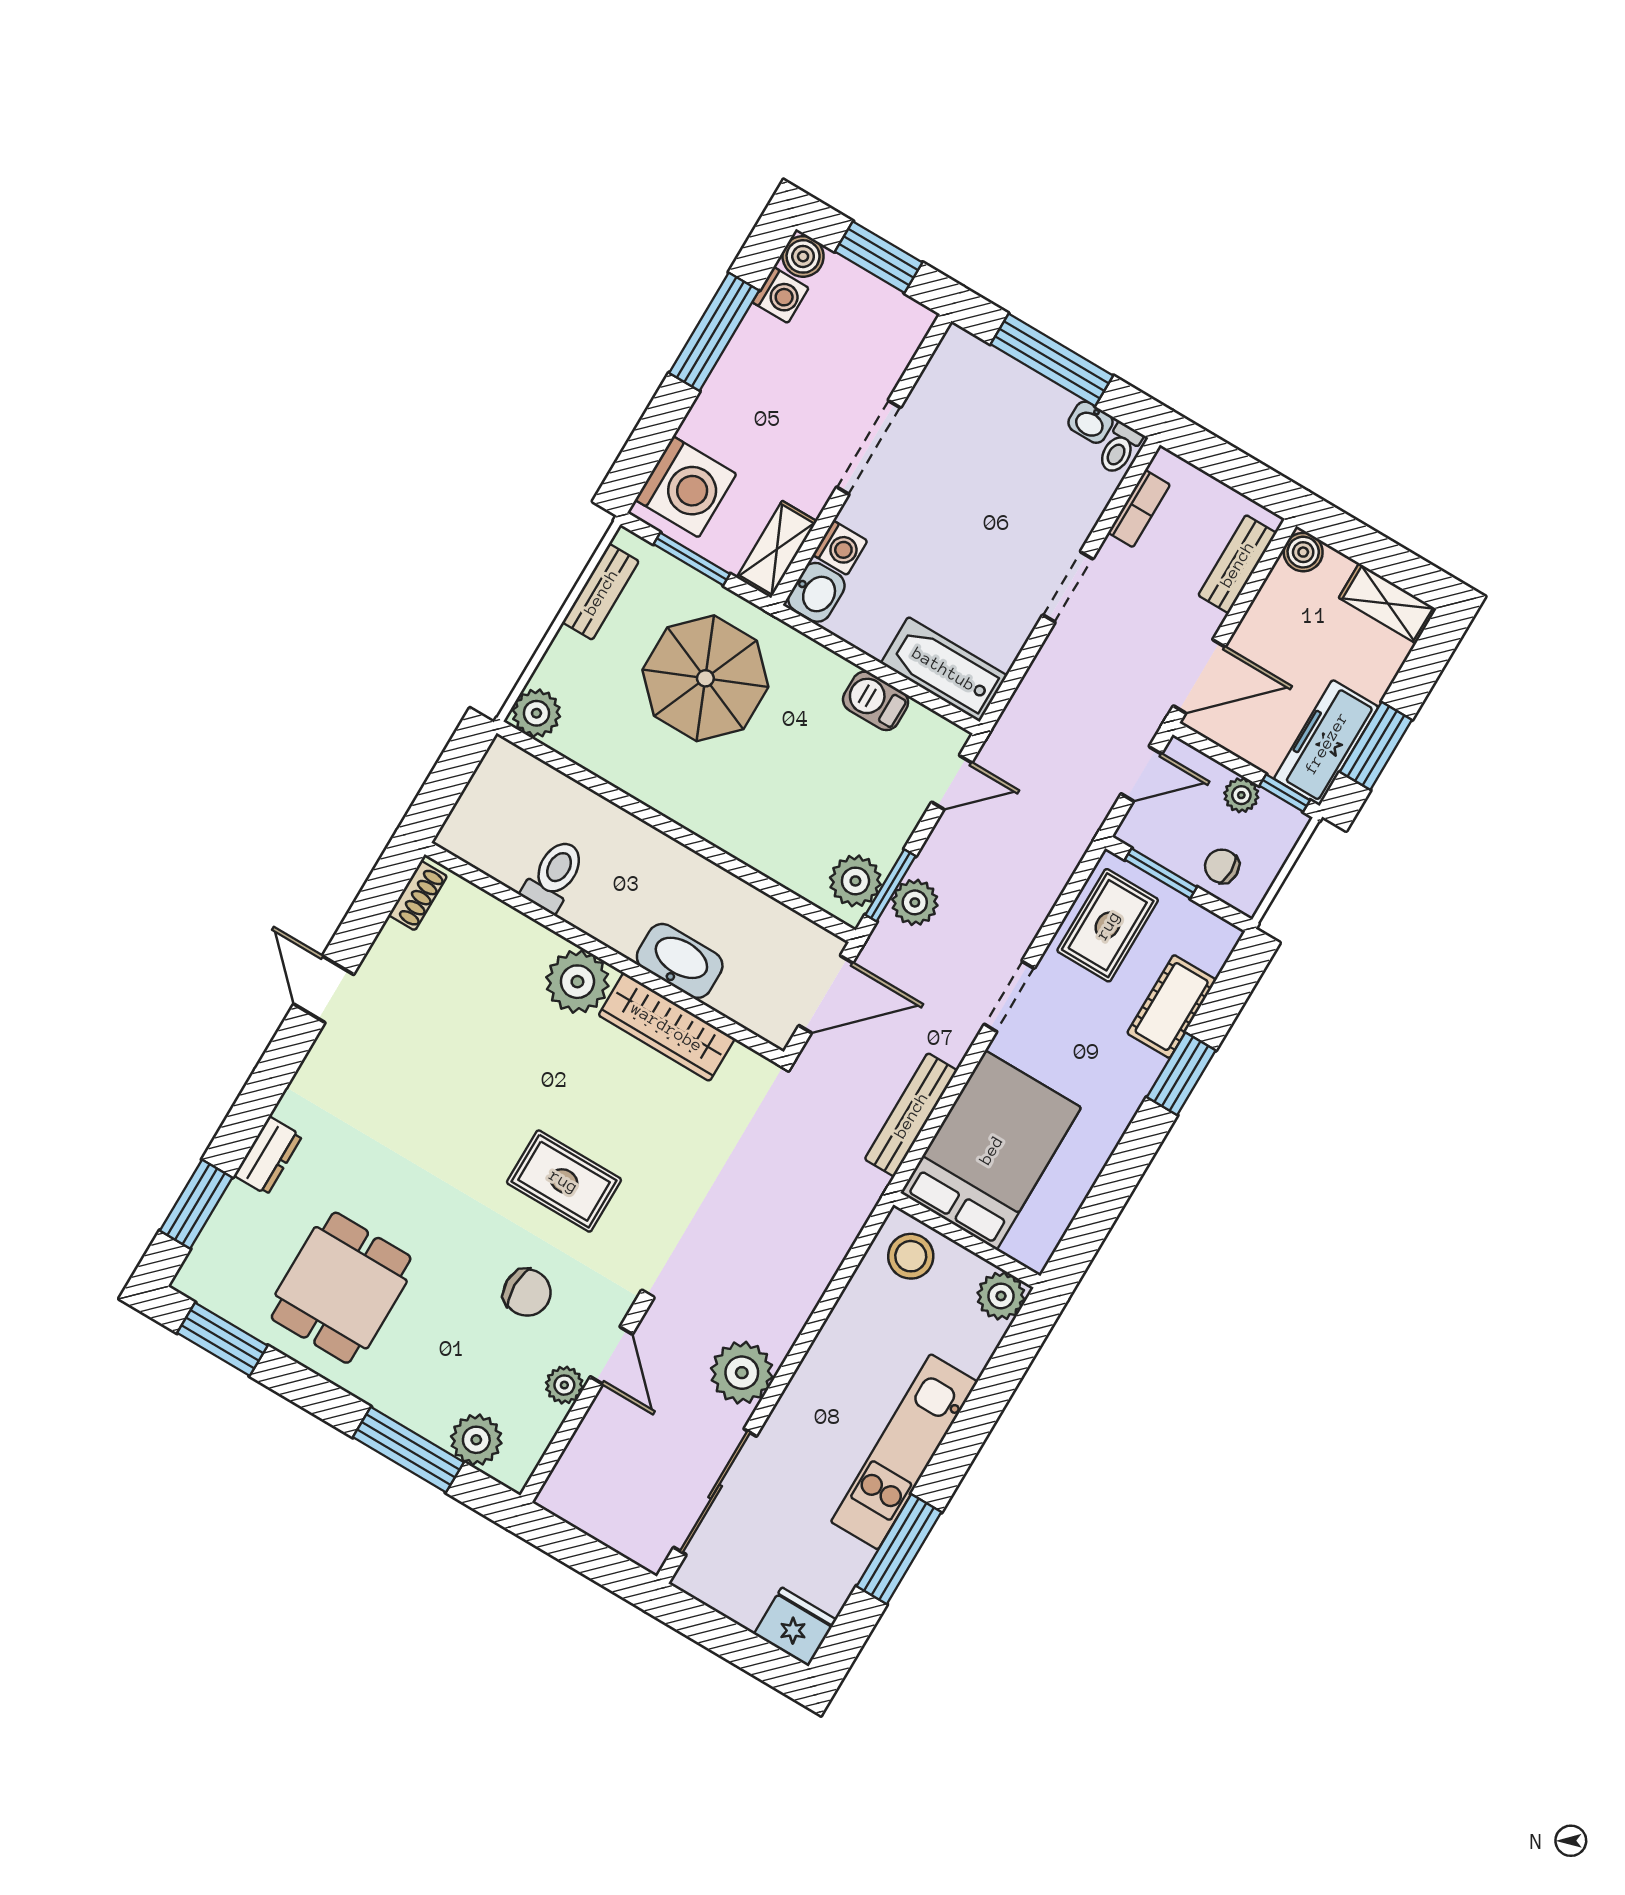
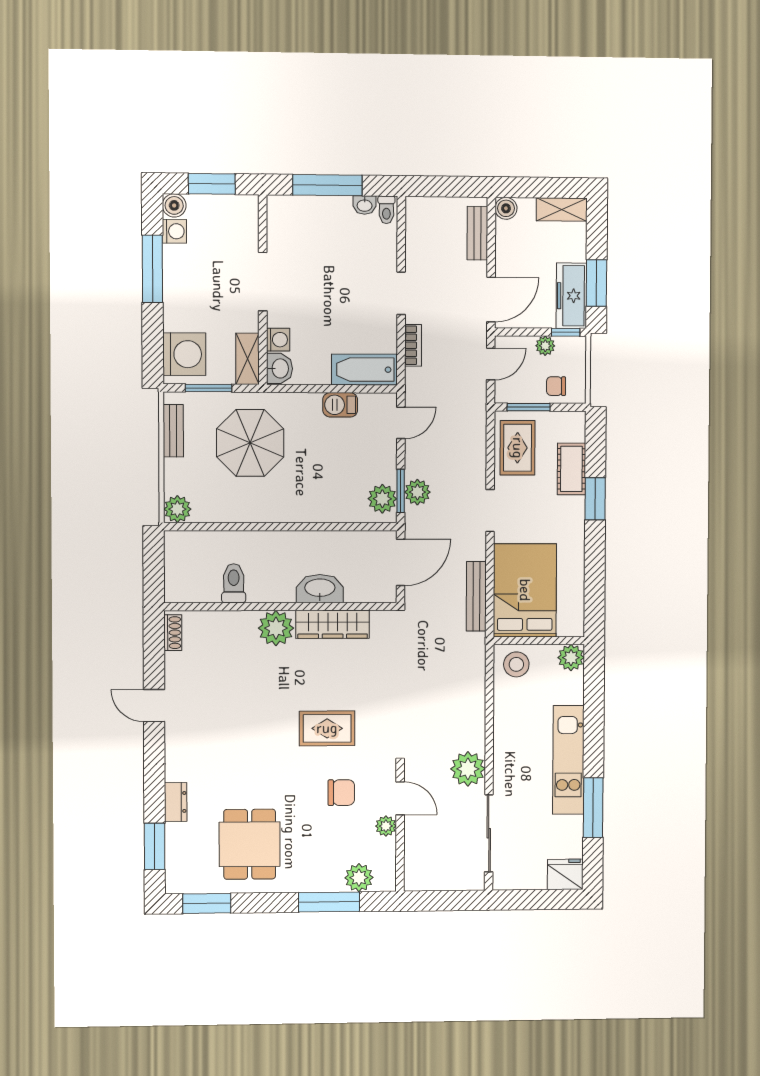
bookcase: (1139, 509) -> (413, 345), moved

